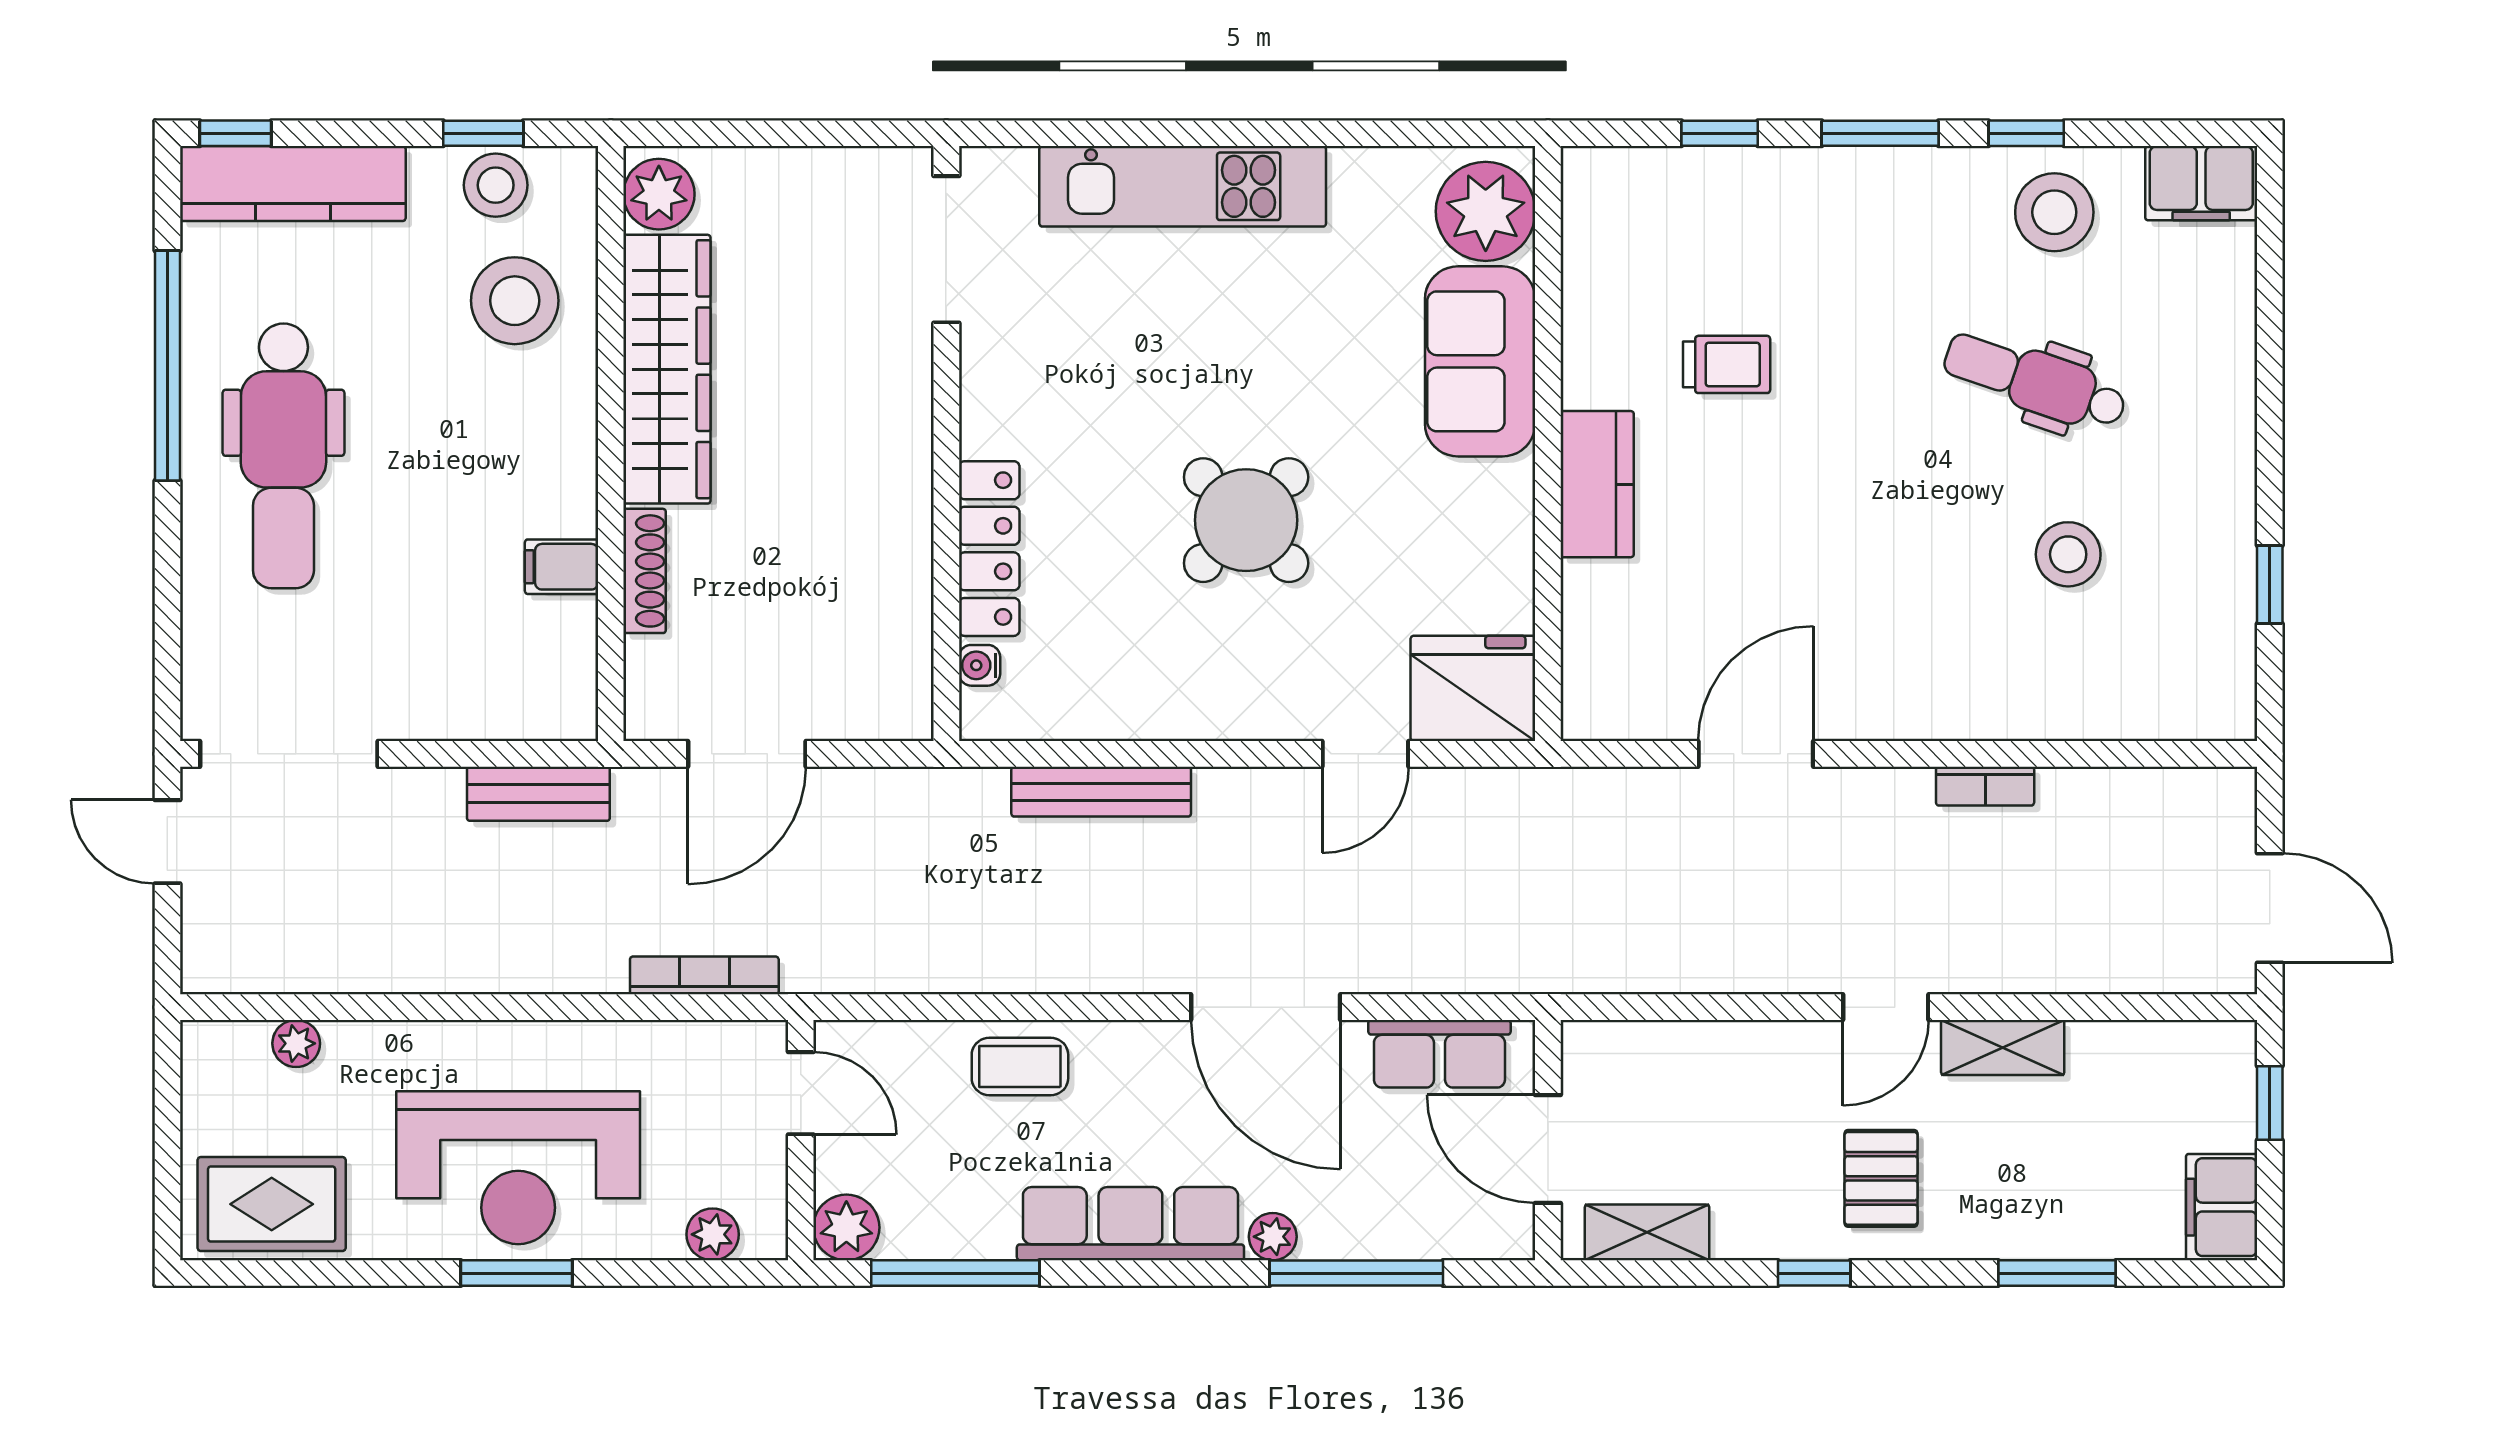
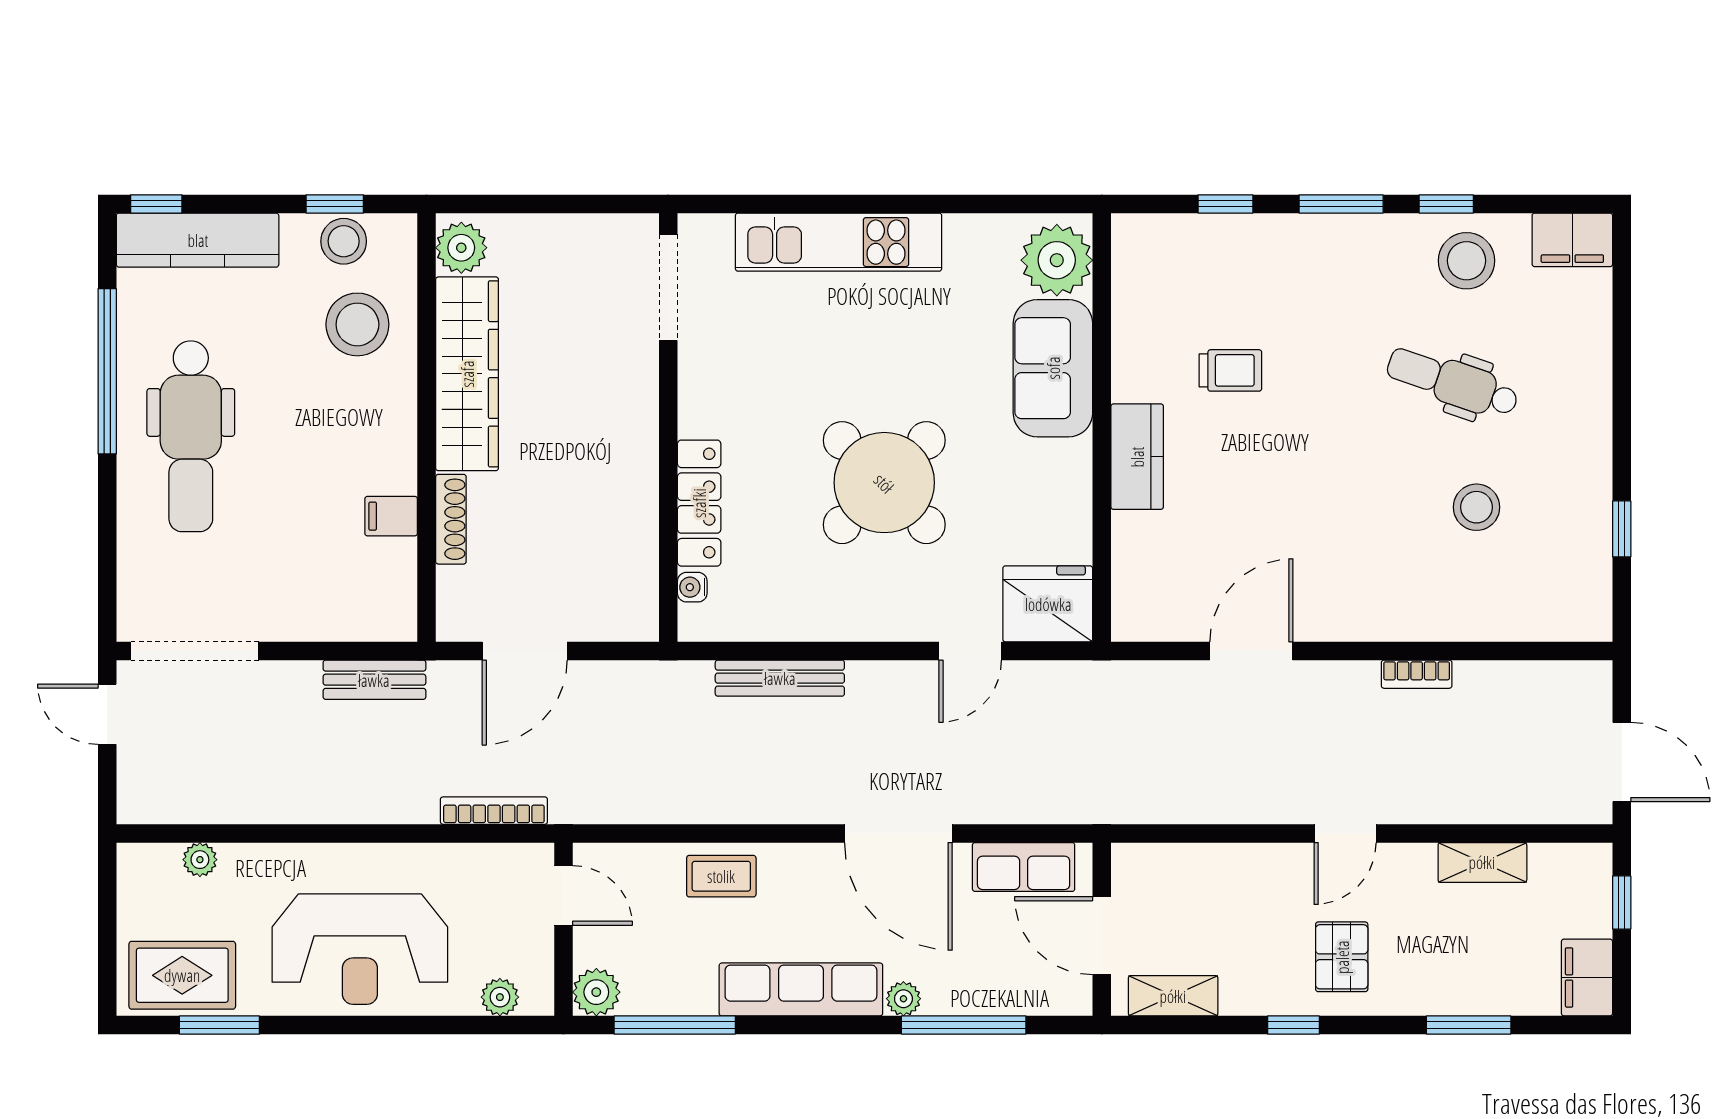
round table: (1246, 520) -> (884, 483), width x1.36, depth x1.36
shelving: (2003, 1047) -> (1482, 862), moved
window: (517, 1273) -> (219, 1025), moved

